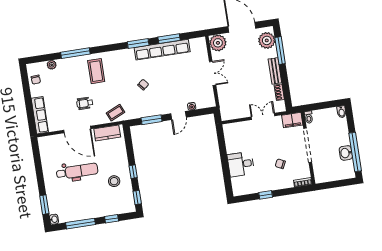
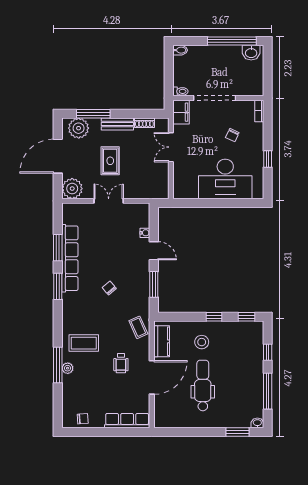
plant: (52, 65) -> (68, 368), moved
rug: (245, 70) -> (110, 161), added
washbasin: (346, 153) -> (251, 53), moved
desk: (241, 164) -> (225, 179), width x1.87, depth x1.30
stool: (114, 181) -> (202, 342), moved

